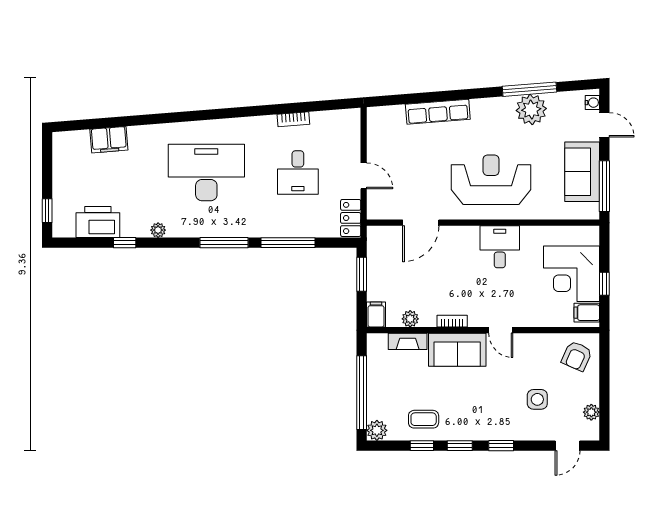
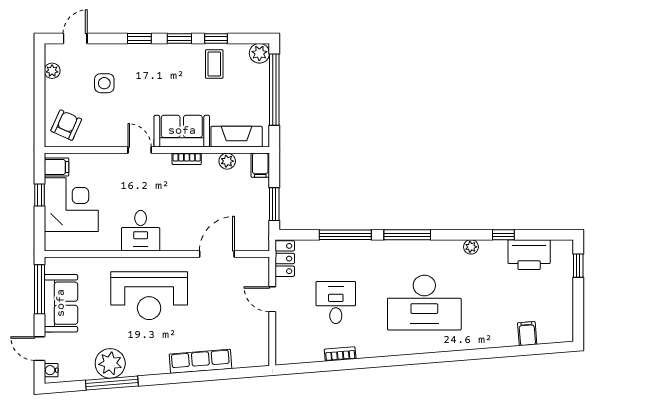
filing cabinet: (109, 140) -> (527, 334), width x0.50
fireplace: (408, 341) -> (237, 137), width x1.37, depth x1.32
coffee table: (424, 419) -> (214, 64), turned 90

